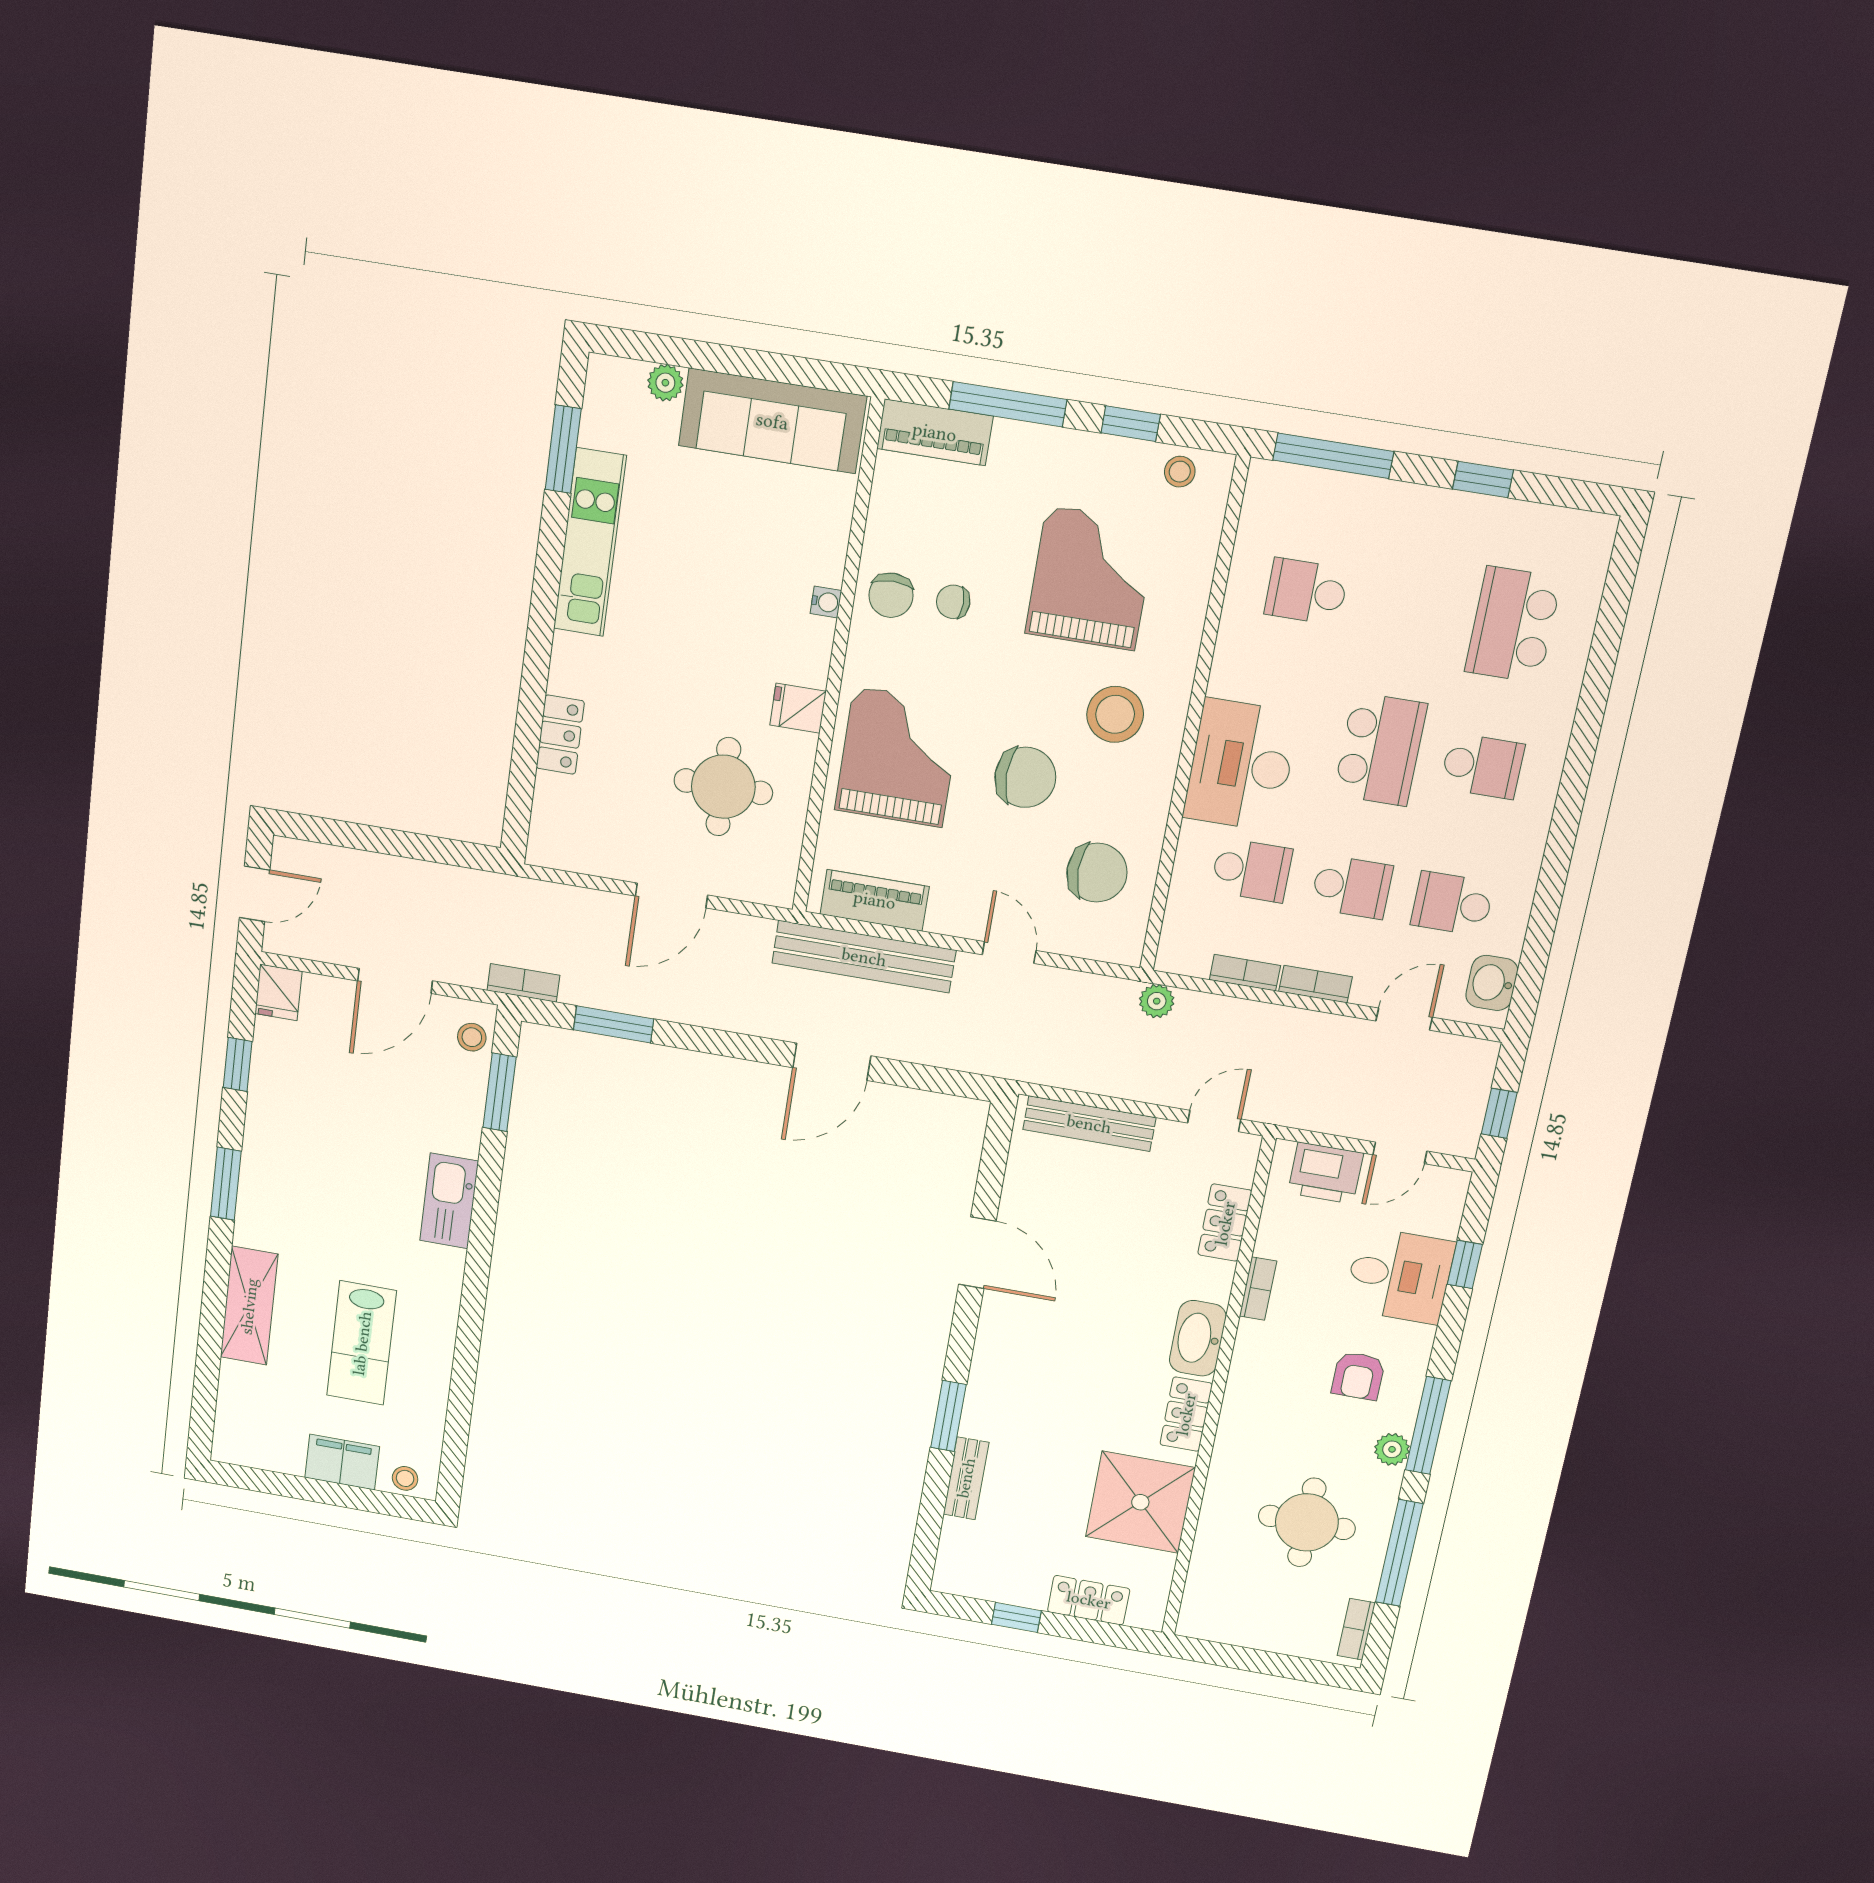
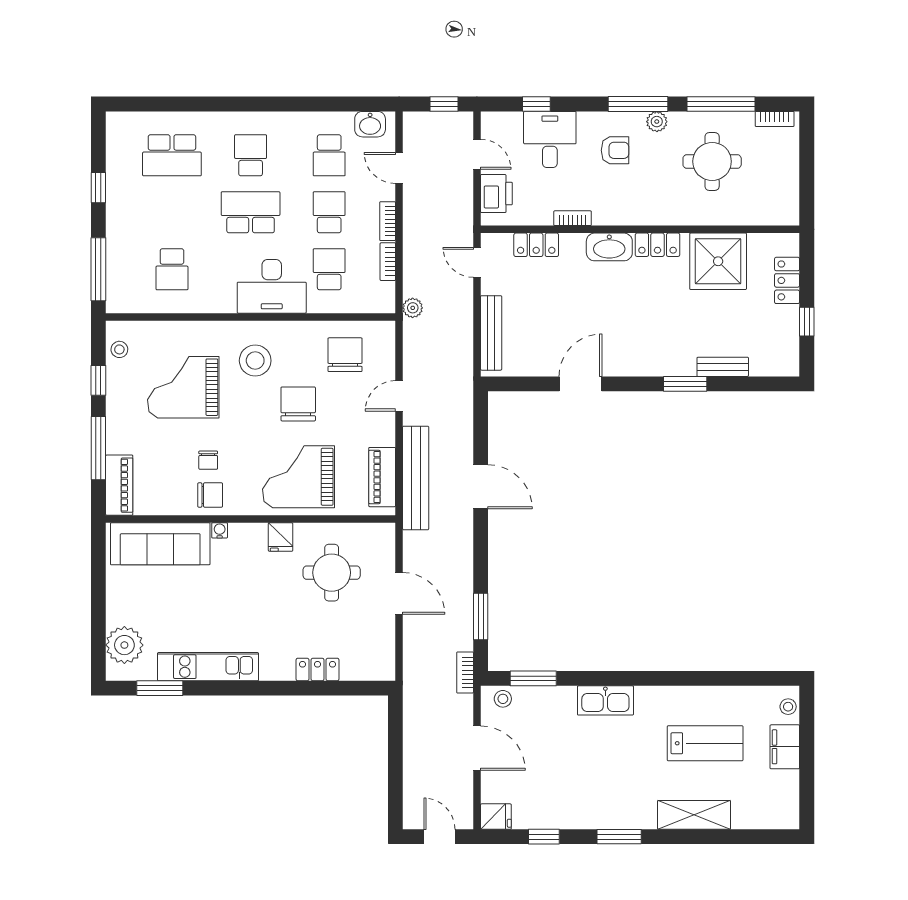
plant: (665, 383) -> (124, 645), width x1.88, depth x1.88
sofa: (772, 421) -> (160, 544), moved, turned 90

